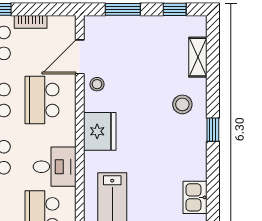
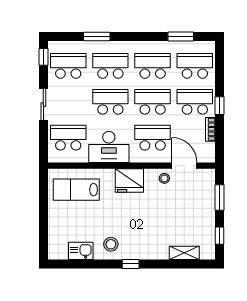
stool: (182, 104) -> (111, 244), moved
desk: (55, 167) -> (109, 147), width x1.37

